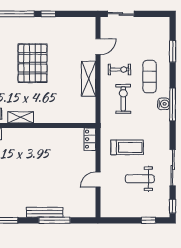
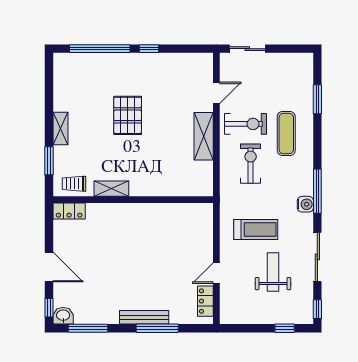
pallet: (33, 63) -> (128, 115), width x0.73, depth x0.71
exercise bike: (119, 70) -> (245, 124), width x1.38, depth x1.39
water cooler: (164, 104) -> (305, 204), moved
window: (173, 104) -> (317, 191), moved
locker: (90, 139) -> (205, 301), moved
weight bench: (140, 179) -> (273, 272), turned 90

